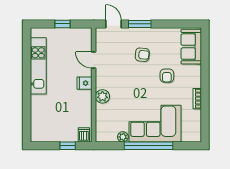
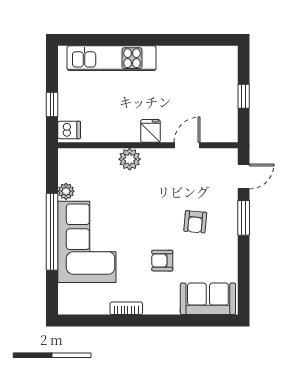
kitchen unit: (38, 66) -> (112, 58), moved

